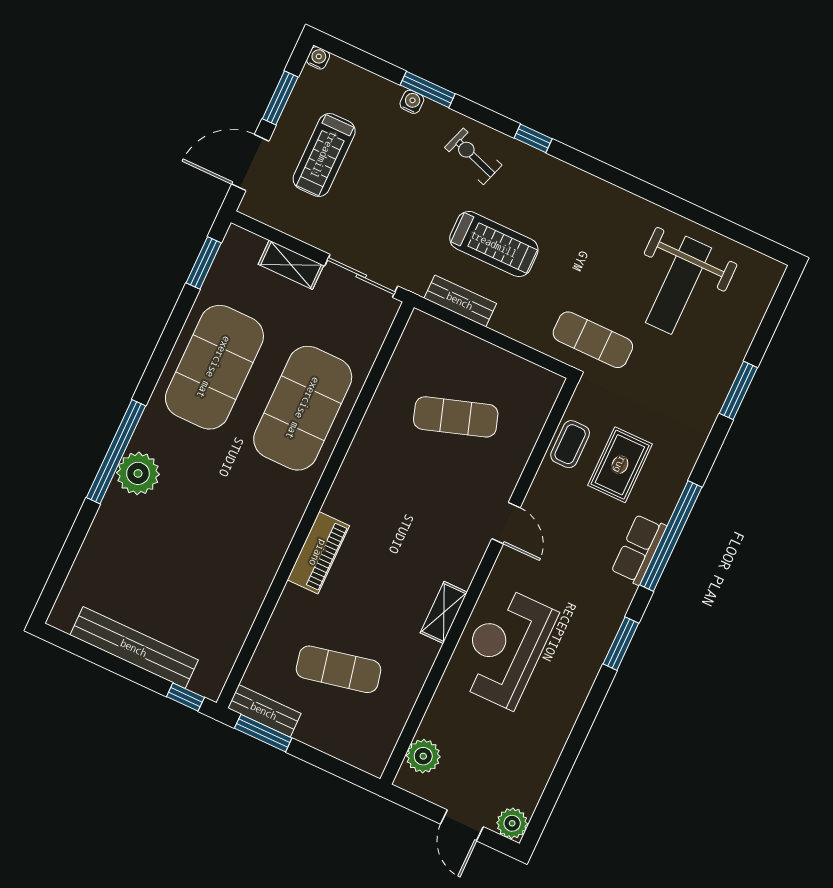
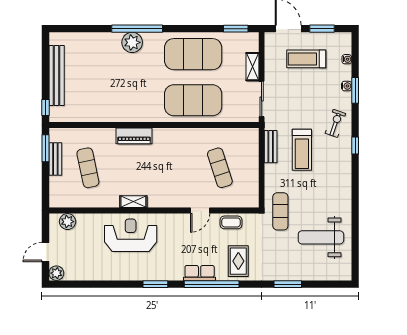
water cooler: (318, 58) -> (347, 59), moved
rug: (620, 465) -> (238, 261), moved, turned 90
door: (506, 523) -> (200, 211), moved
bench: (264, 711) -> (55, 159), moved

